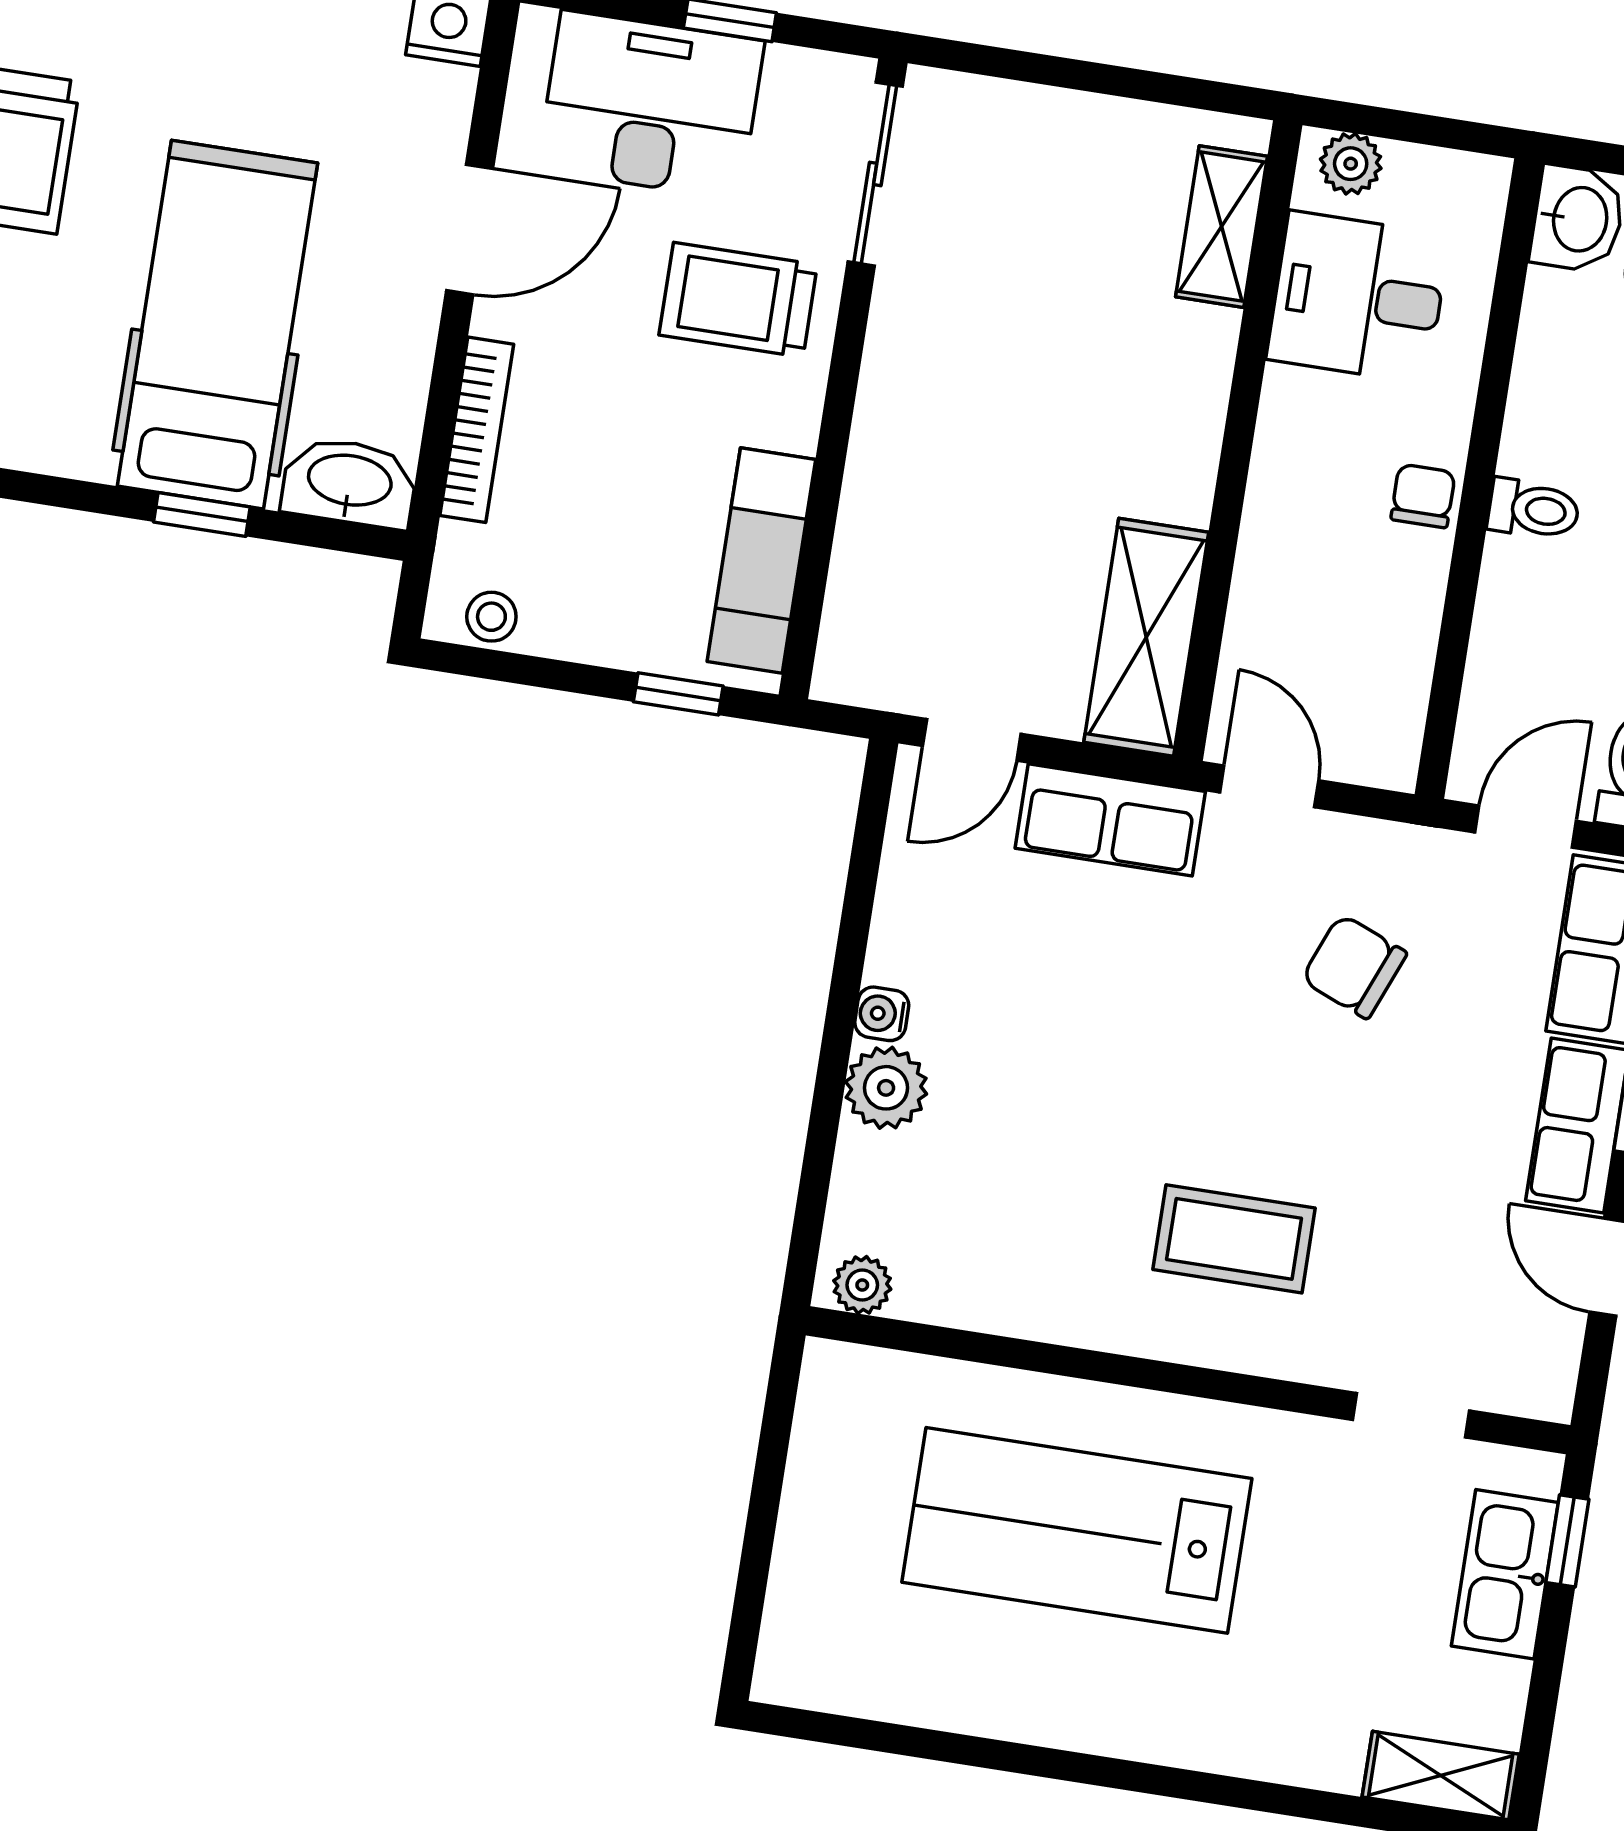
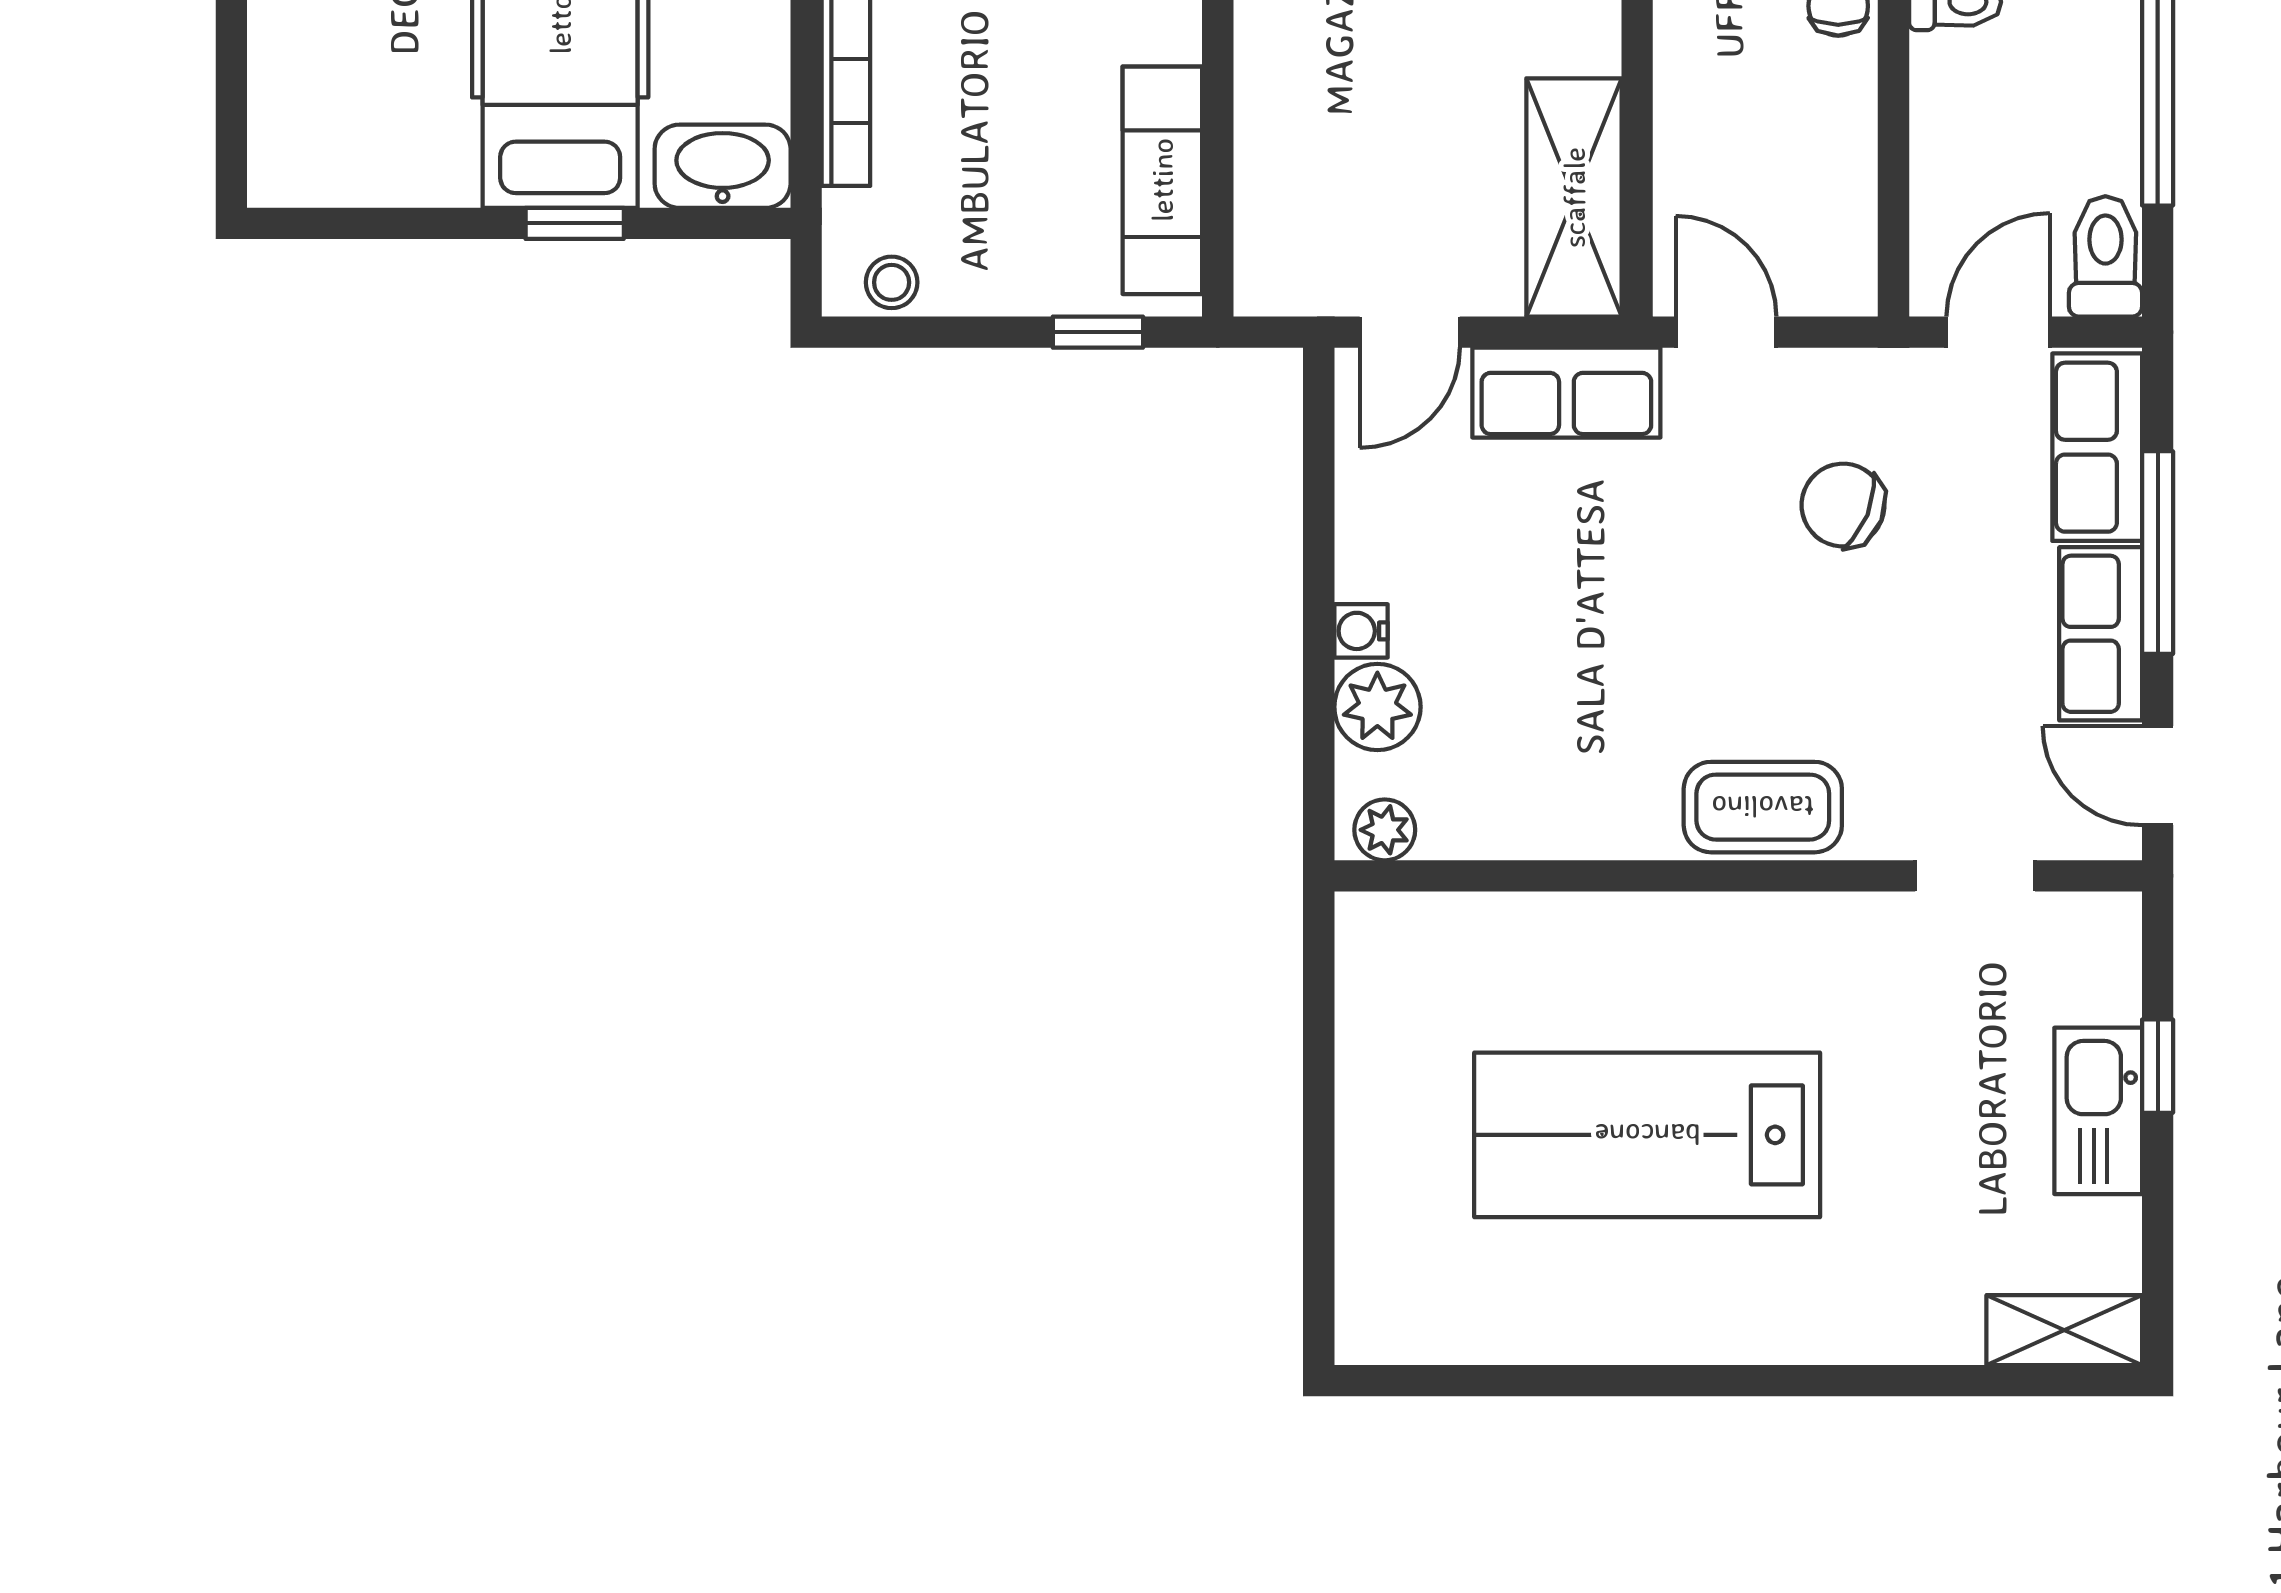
plant: (862, 1285) -> (1385, 830), moved
wall: (1188, 1380) -> (1738, 876), moved
doorway: (1411, 1415) -> (1975, 876), moved

